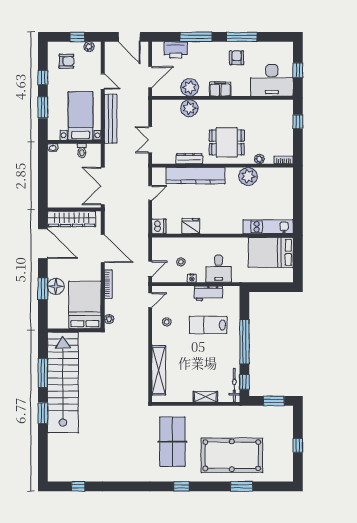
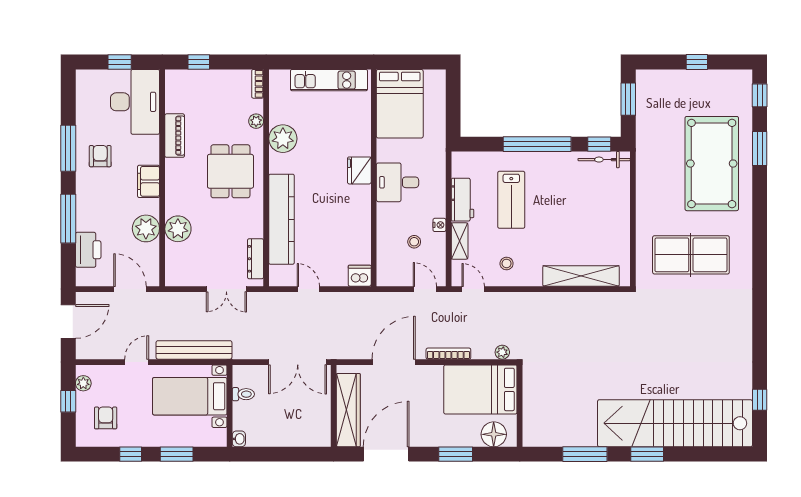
armchair: (237, 58) -> (100, 156), turned 90
piano: (250, 106) -> (175, 136), added
dresser: (189, 159) -> (256, 259), moved
fridge: (191, 226) -> (359, 170), moved
kitchen unit: (268, 227) -> (329, 80), moved, turned -90
desk: (219, 269) -> (398, 182), moved, turned 180
floor lamp: (56, 286) -> (494, 434), moved
stairs: (63, 382) -> (675, 423), moved
shelving: (205, 397) -> (460, 241), moved
window: (181, 486) -> (760, 95), moved

